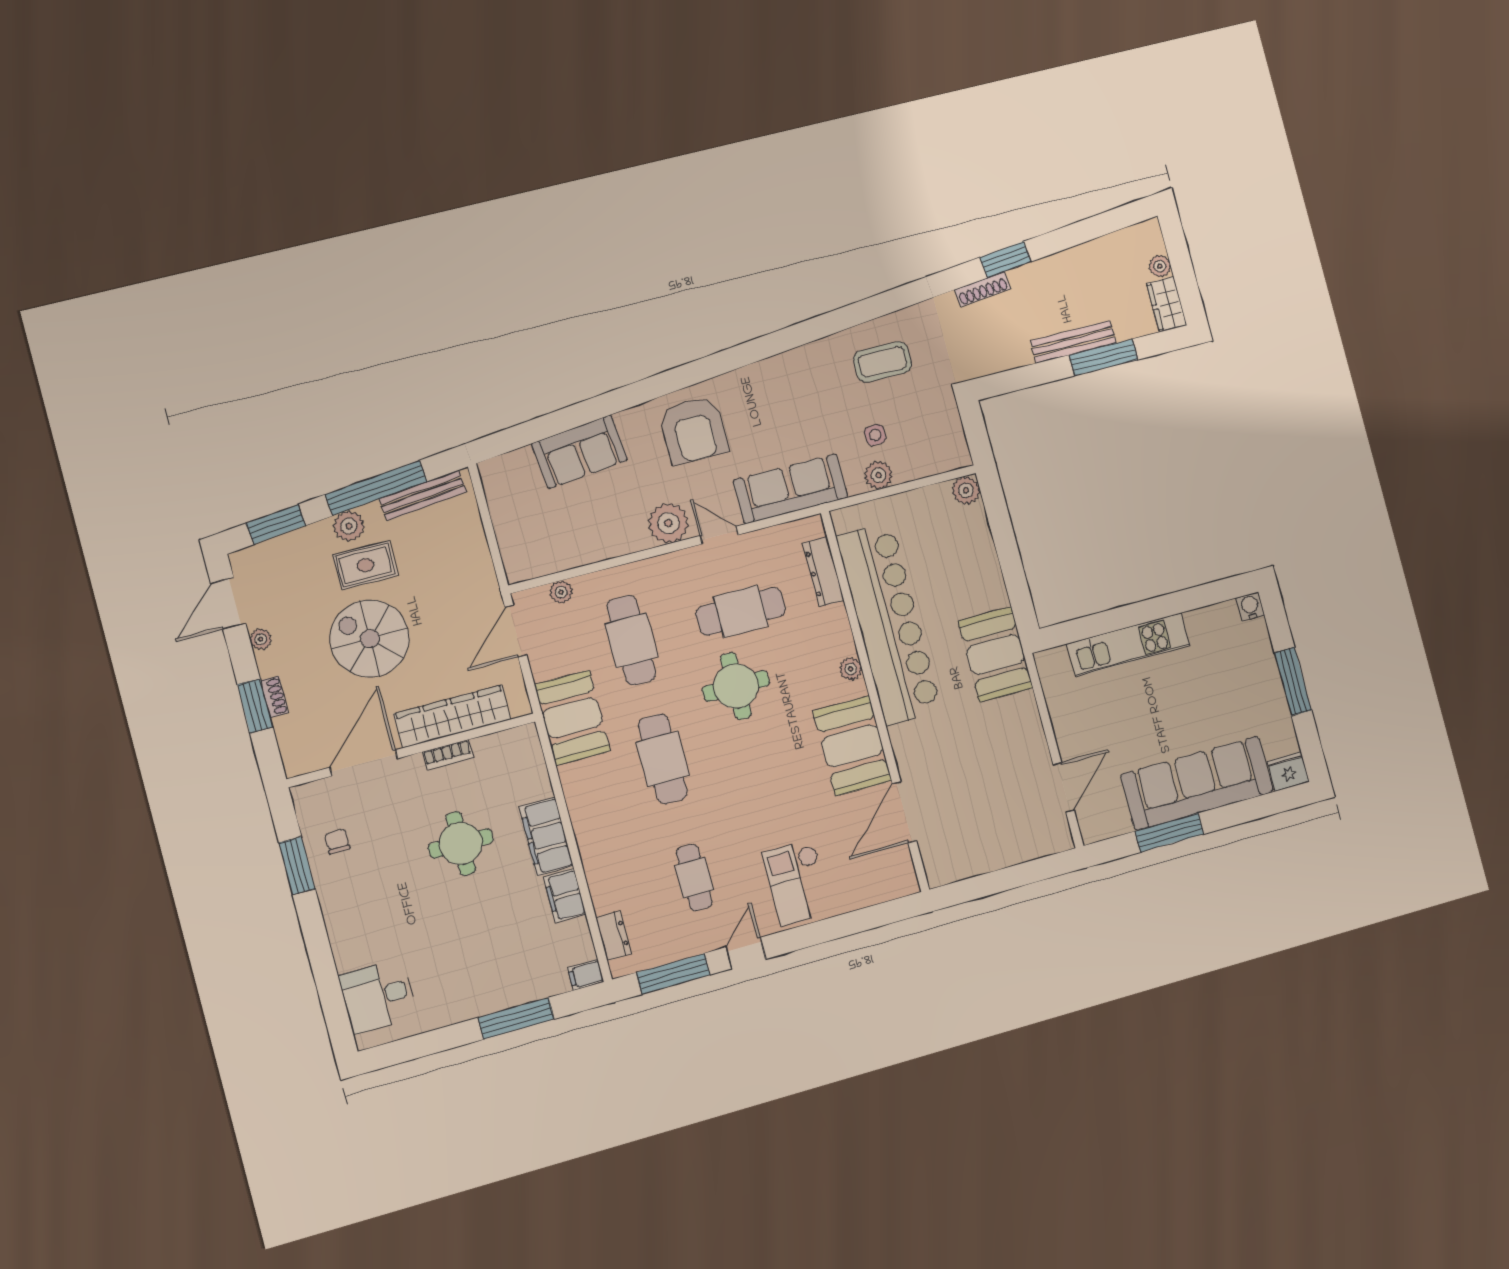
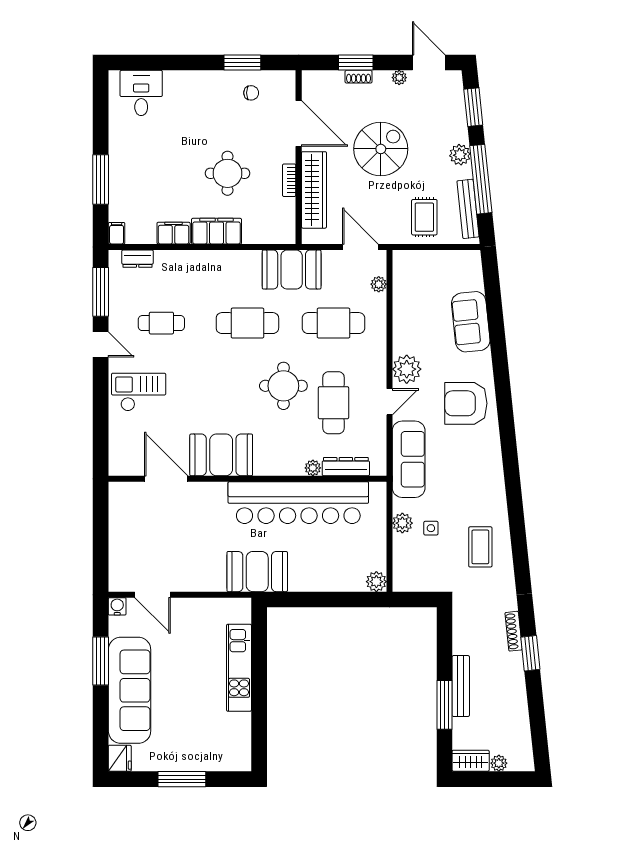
rug: (365, 565) -> (424, 217), moved
water cooler: (1250, 607) -> (117, 606), moved, turned -90
plant: (851, 669) -> (313, 468), moved

